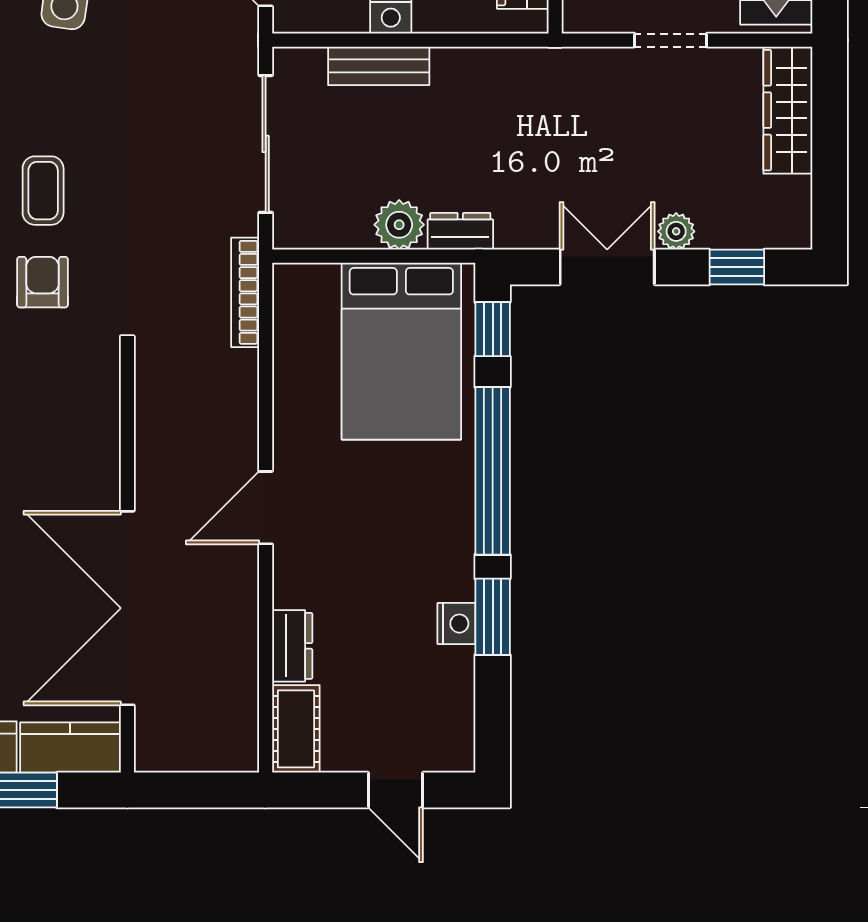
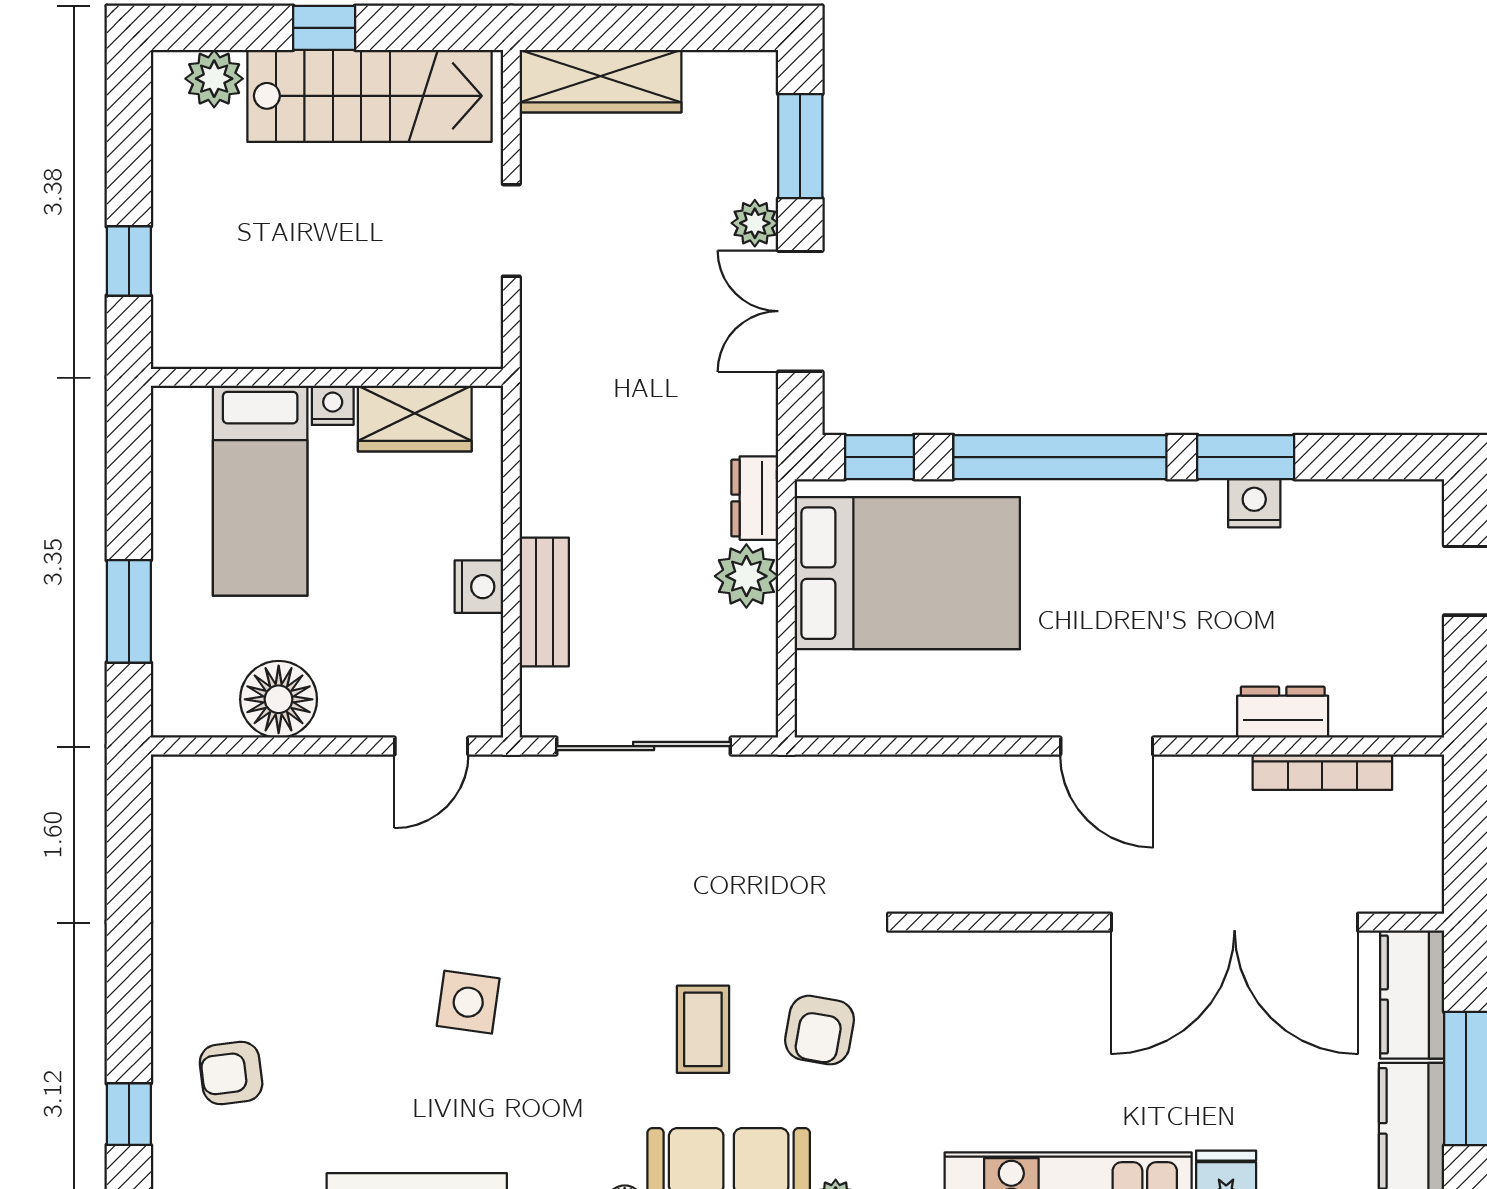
coffee table: (43, 191) -> (703, 1029), turned 90
window: (737, 267) -> (800, 146), width x1.50
armchair: (43, 282) -> (820, 1030), turned -80
bookcase: (245, 292) -> (1322, 772), moved
cot: (296, 729) -> (1388, 707), removed

